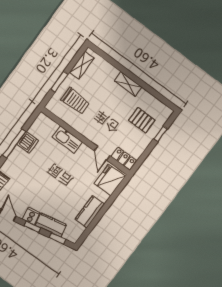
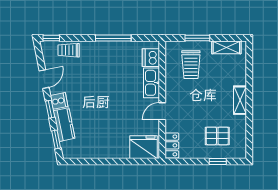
pallet: (142, 120) -> (217, 136), turned 90
dishwasher: (28, 142) -> (151, 58), moved, turned 90
door: (102, 153) -> (162, 111), moved
kitchen counter: (90, 212) -> (102, 150), removed

